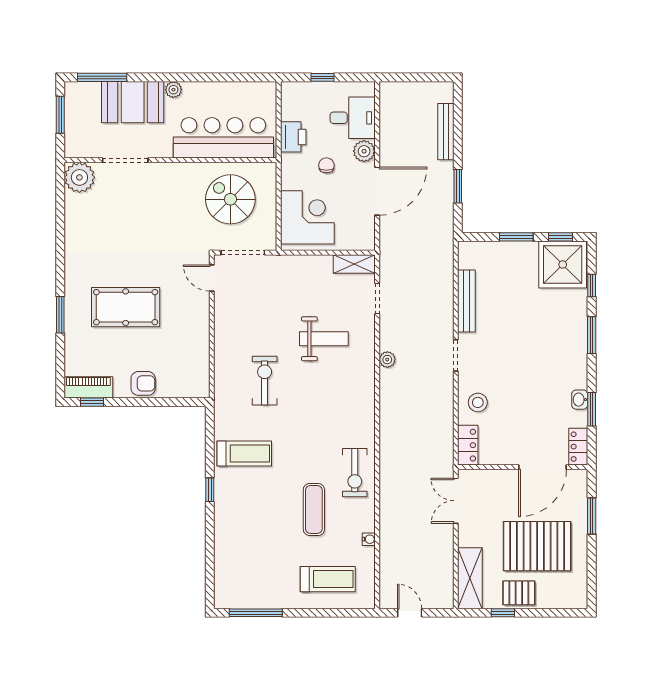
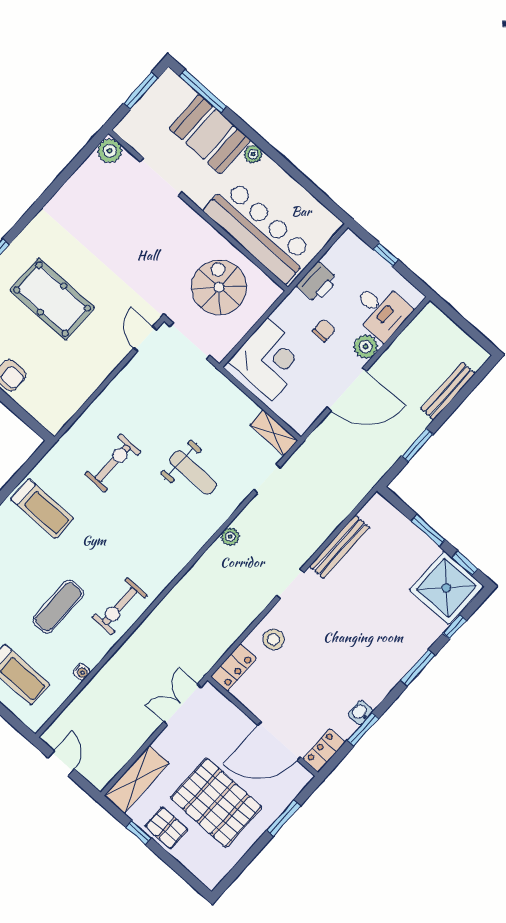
plant: (79, 177) -> (110, 151), width x0.73, depth x0.73

